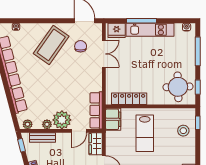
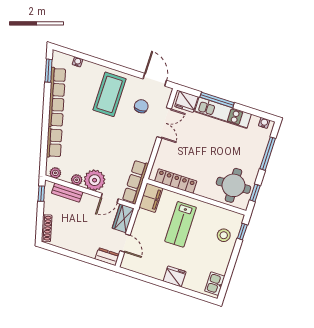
coffee table: (51, 45) -> (110, 94), turned -35

